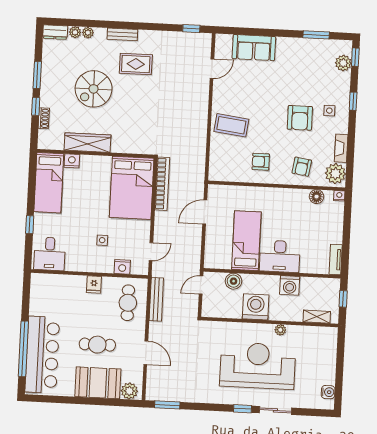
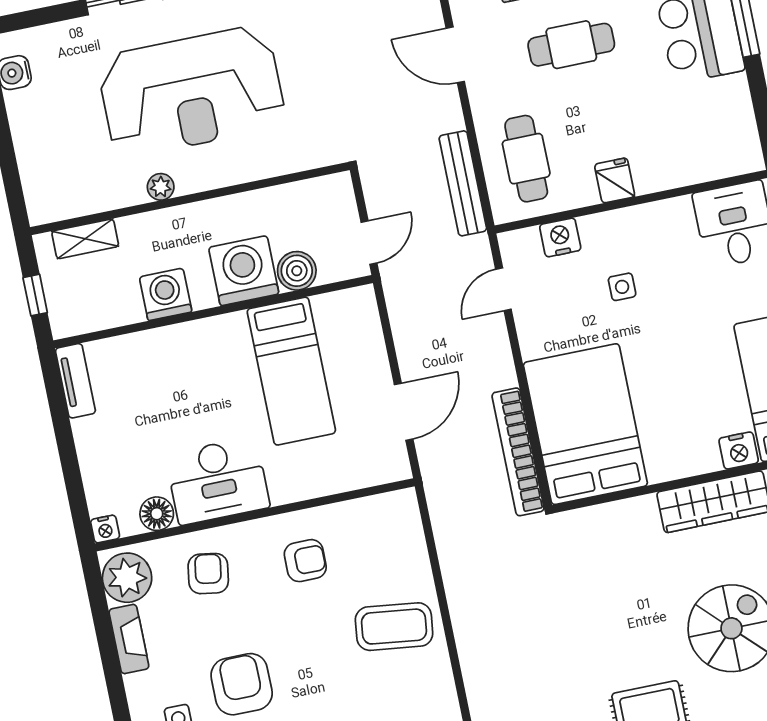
desk: (280, 256) -> (218, 481), moved, turned 180
washing machine: (256, 307) -> (244, 271), moved, turned 180

